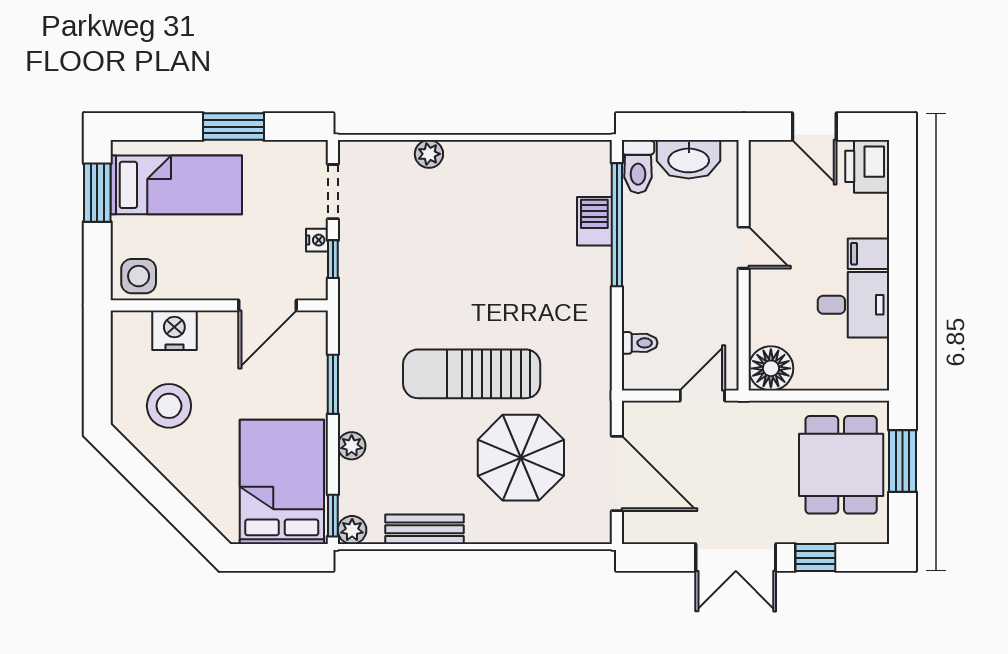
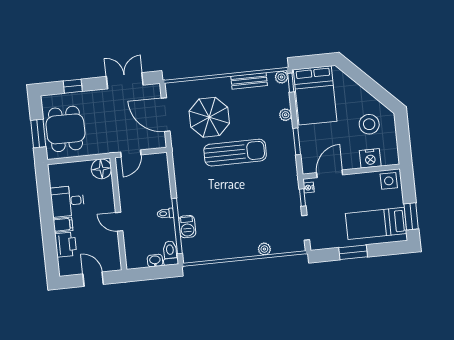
washbasin: (689, 159) -> (155, 261), width x0.52, depth x0.69
printer: (867, 166) -> (66, 245), moved
nightstand: (317, 240) -> (309, 188), moved
toilet: (640, 343) -> (165, 214), moved
double door: (736, 558) -> (125, 81), moved

